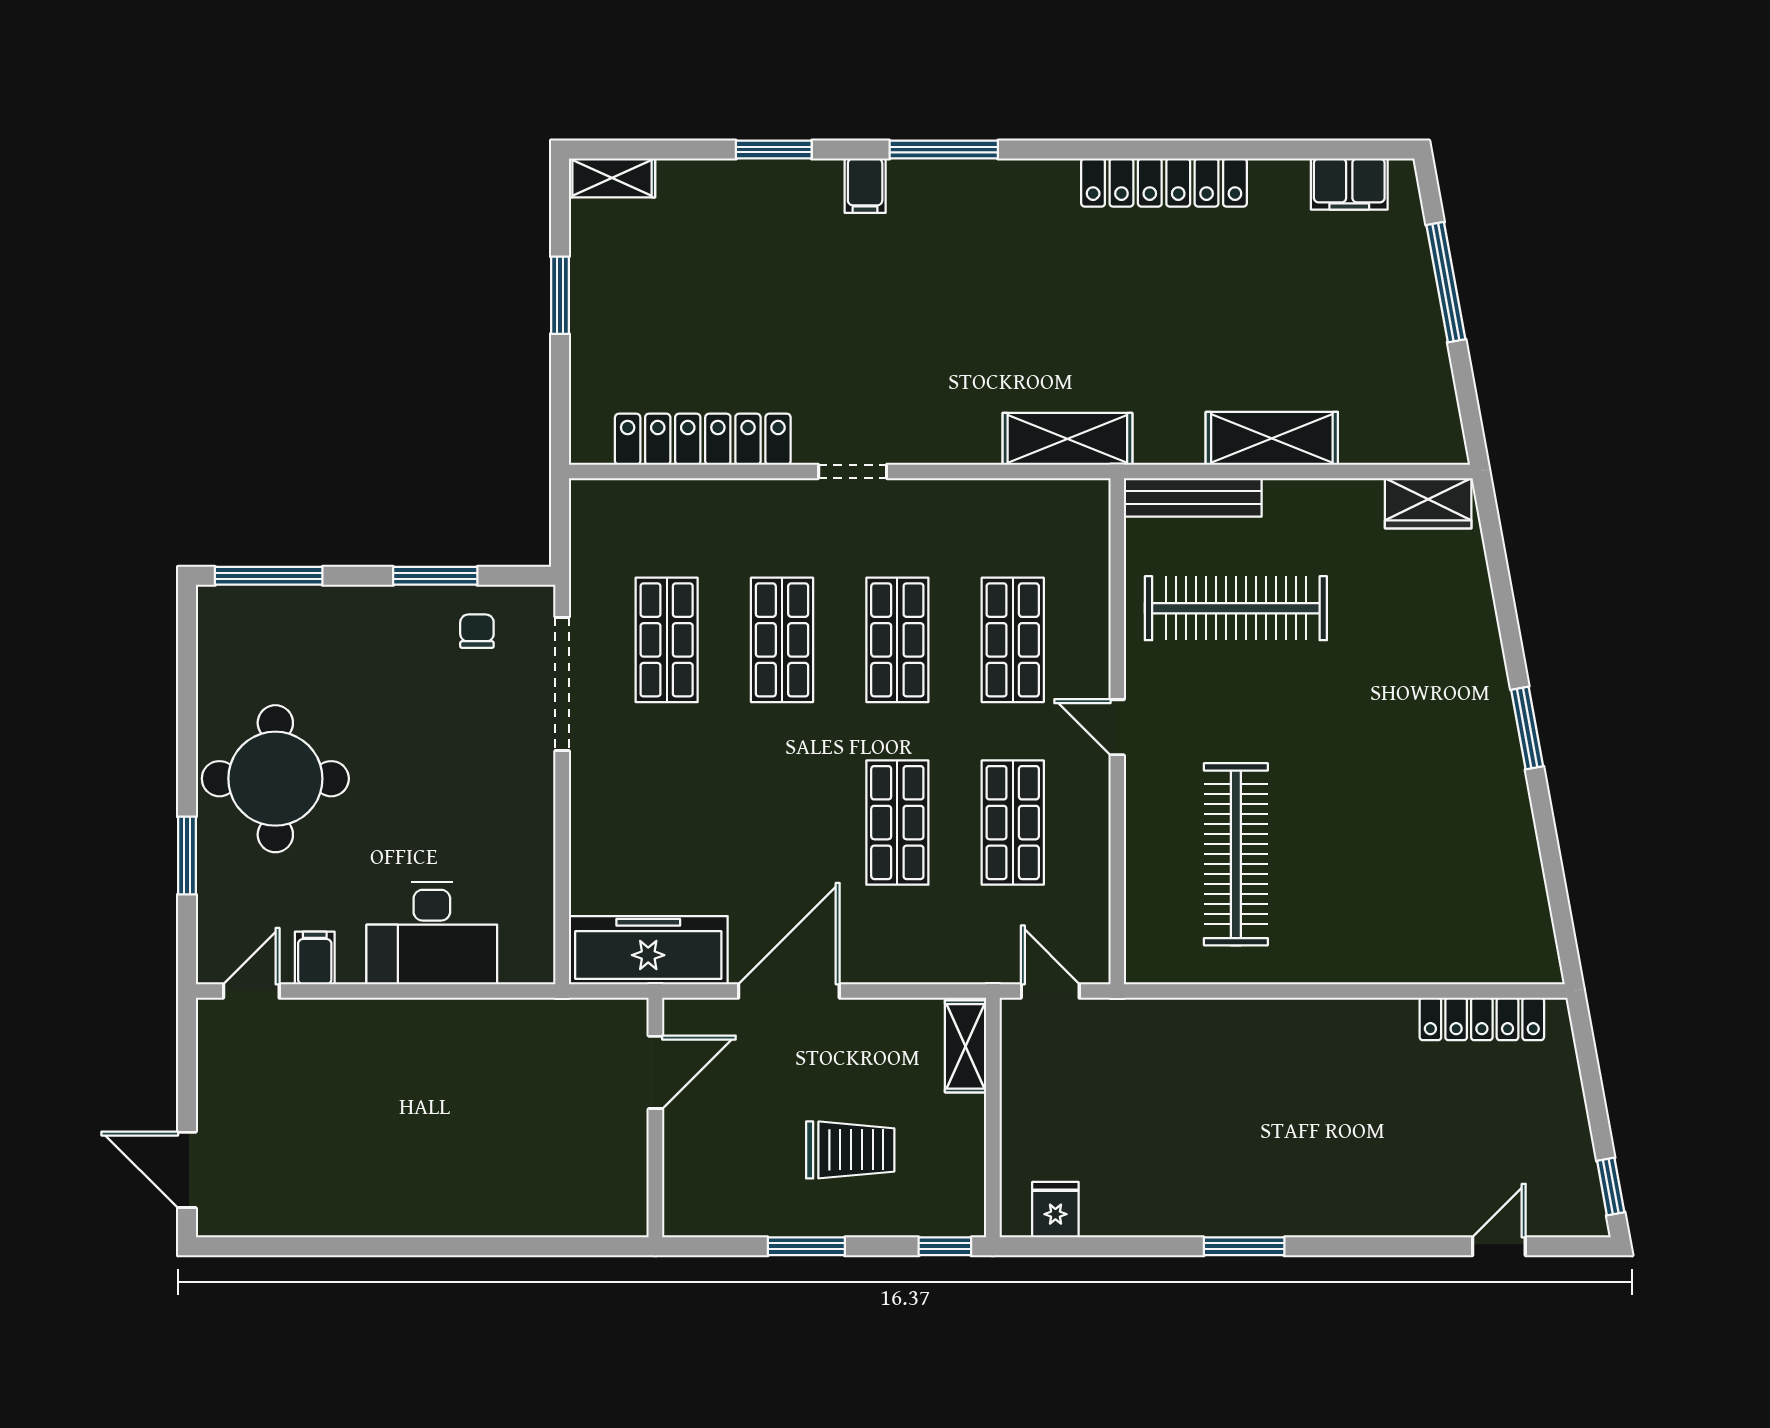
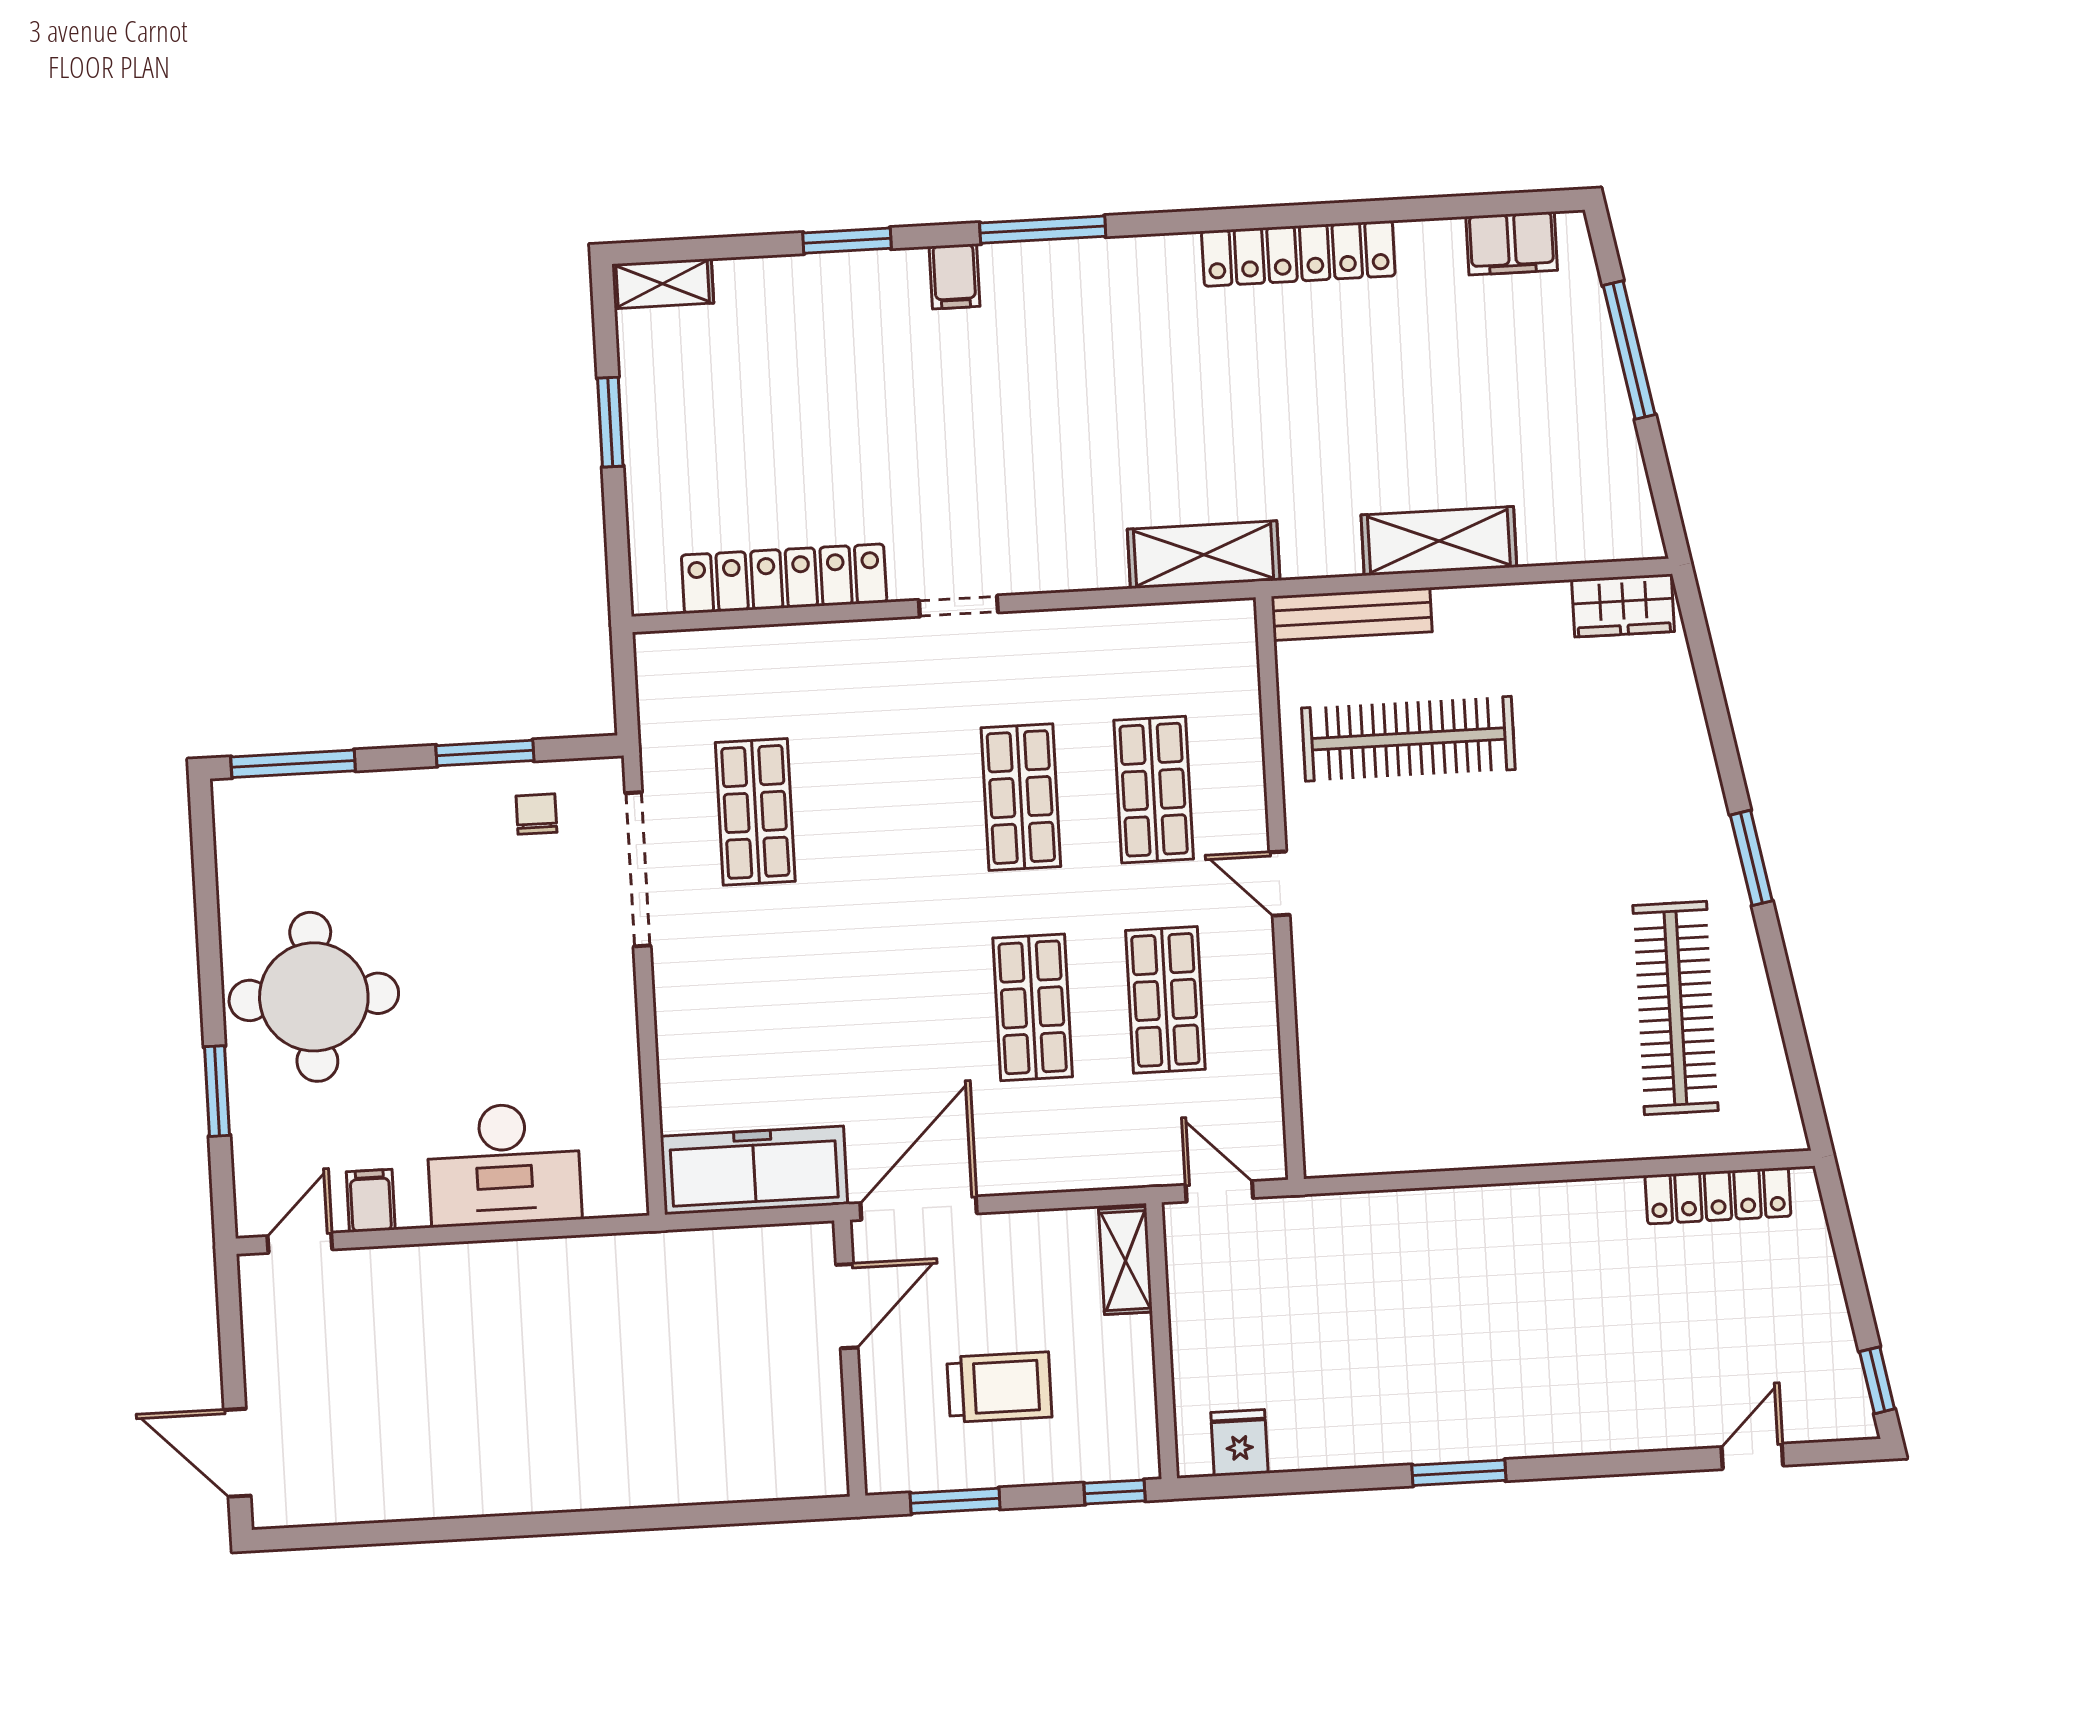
shop shelf: (782, 640) -> (888, 805), removed
clothes rail: (1236, 854) -> (1675, 1008), moved
door: (655, 1072) -> (847, 1306), moved
wall: (655, 1118) -> (850, 1358), moved

